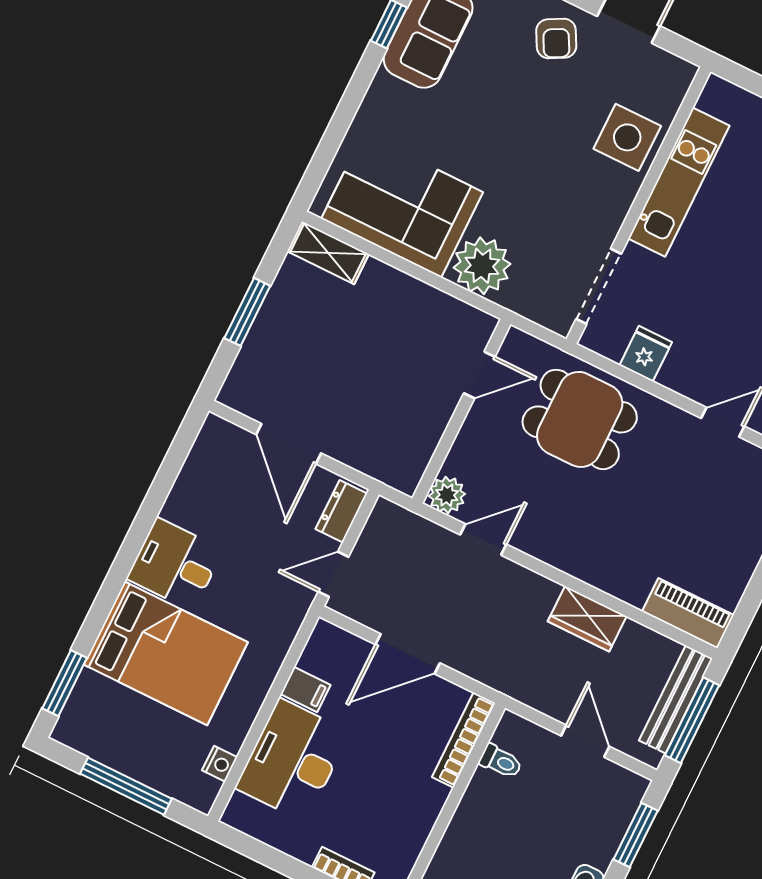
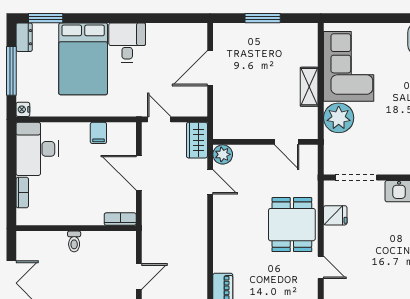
shelving: (328, 253) -> (309, 87), moved
dining table: (580, 419) -> (292, 225), moved
dresser: (341, 511) -> (24, 37), moved, turned 90
wardrobe: (587, 619) -> (197, 140), moved
bookcase: (464, 740) -> (120, 219), width x0.64
desk: (293, 760) -> (37, 149), moved, turned -90
toilet: (501, 761) -> (74, 241), moved
nightstand: (220, 764) -> (23, 109), moved, turned 90

